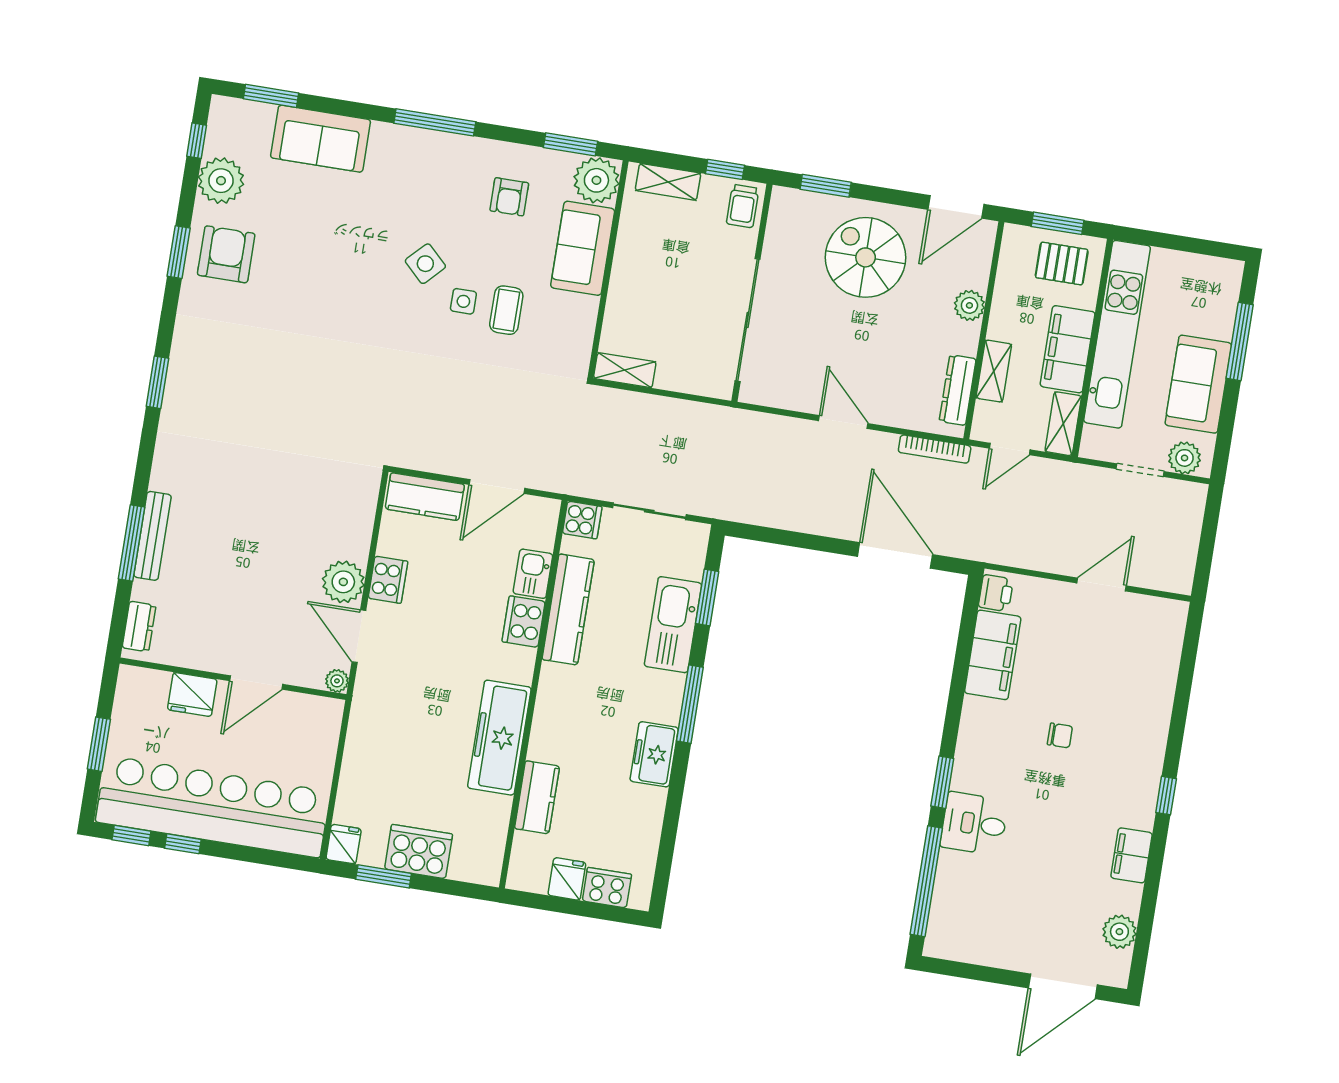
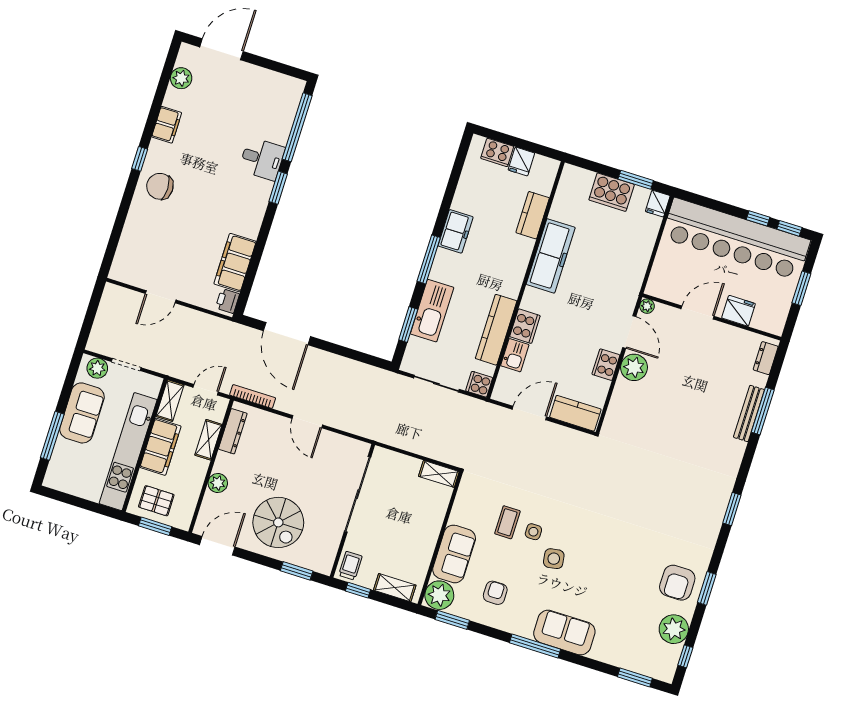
sofa: (321, 139) -> (564, 633), moved
side table: (425, 264) -> (554, 559), turned 37
chair: (1060, 735) -> (160, 186), moved, width x1.87, depth x1.87

